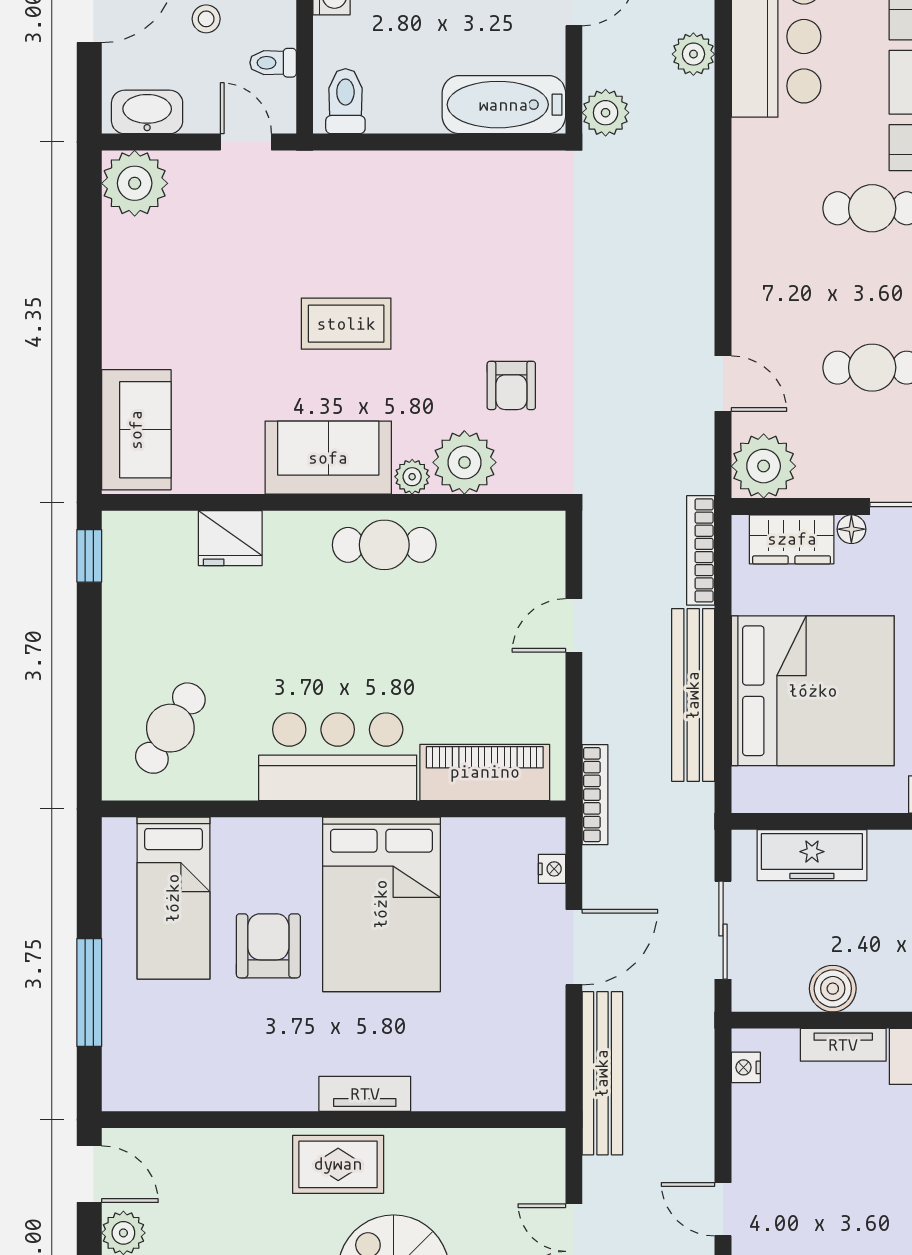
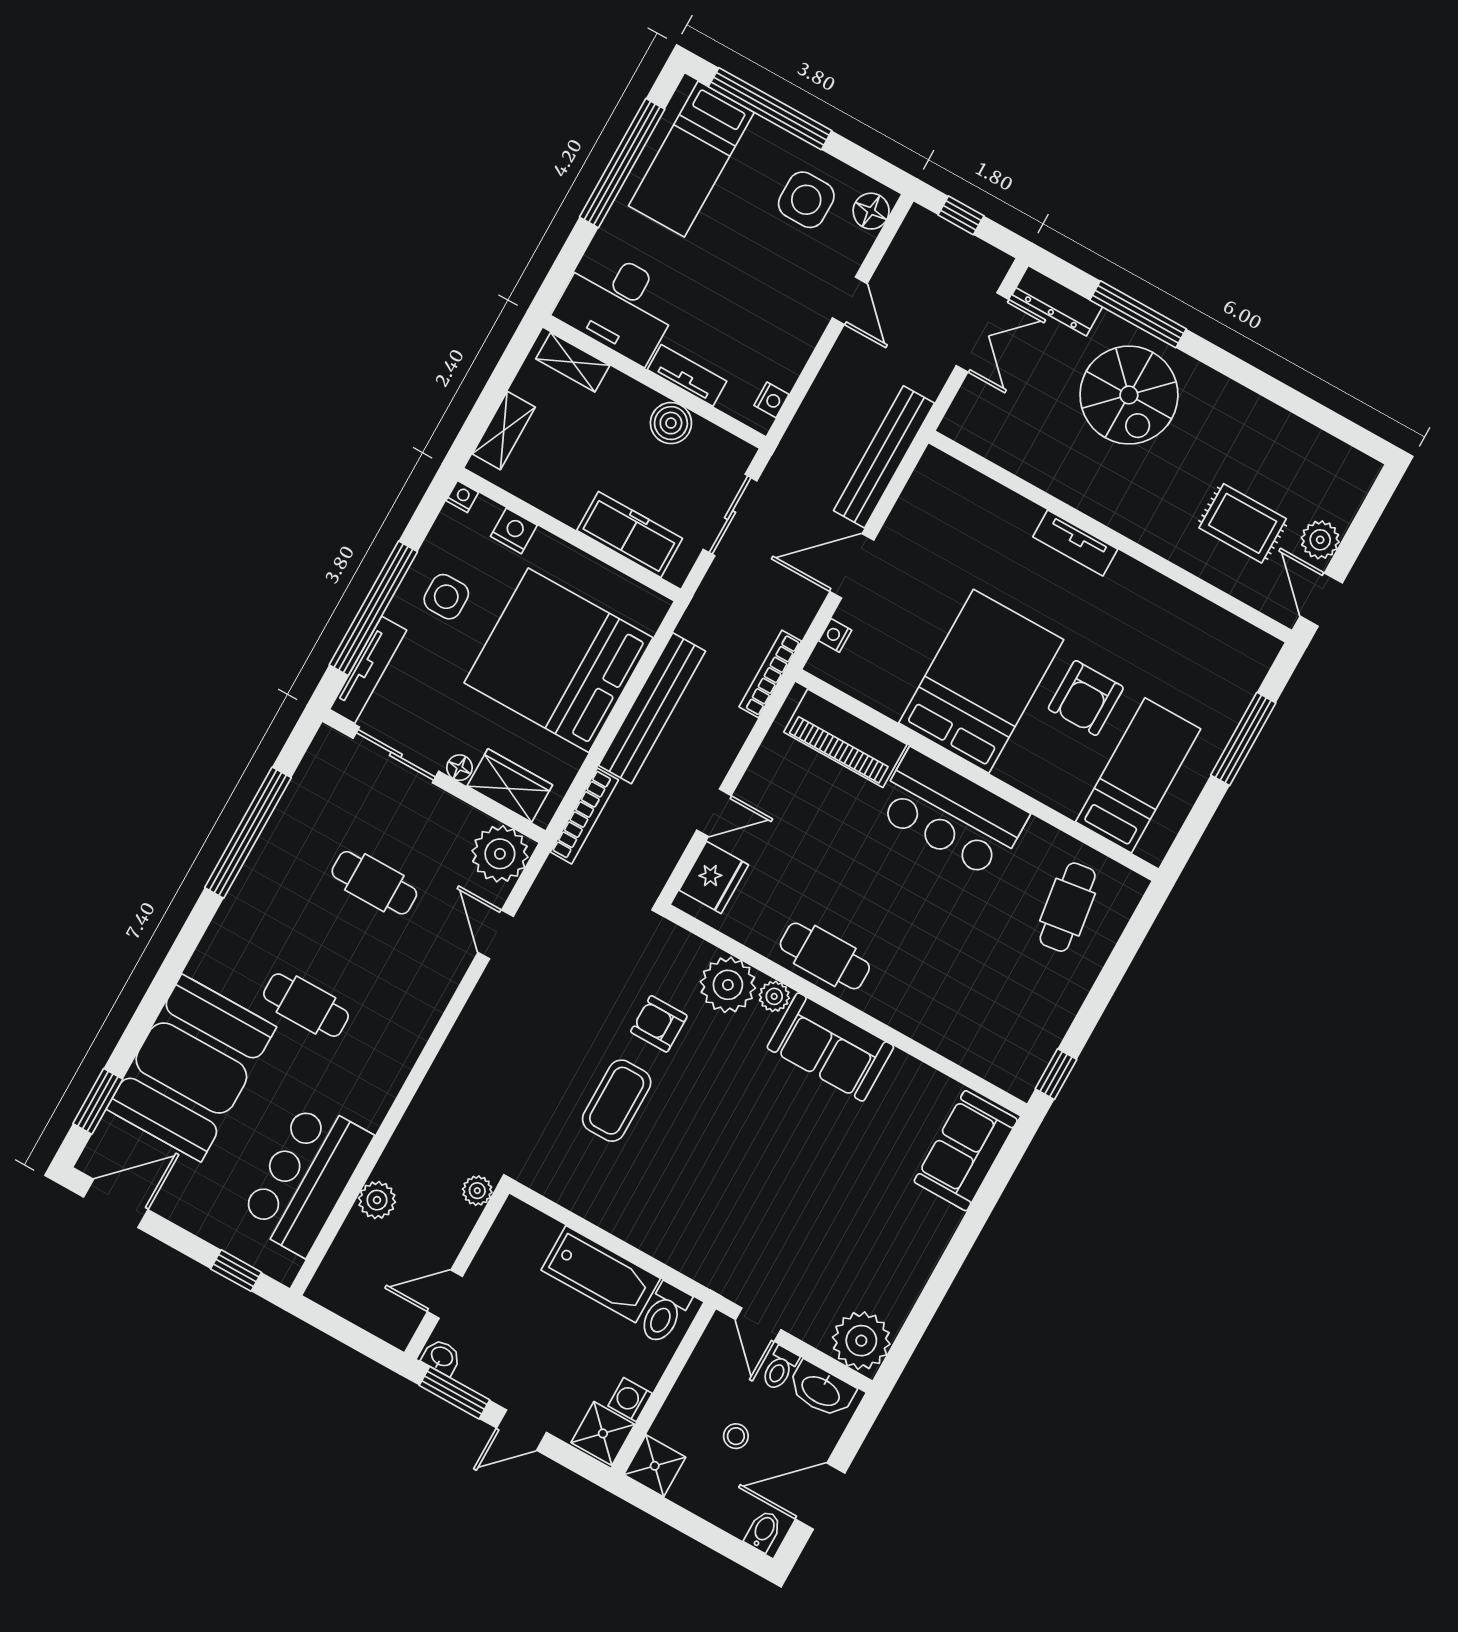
toilet: (273, 63) -> (780, 1368), moved, turned 90
bathtub: (504, 105) -> (601, 1274), moved
plant: (606, 113) -> (477, 1191), width x0.73, depth x0.73
coffee table: (346, 324) -> (617, 1101), moved, turned 90
armchair: (511, 385) -> (659, 1024), turned -90
fridge: (230, 538) -> (714, 877), moved, turned 90
cafe table: (170, 728) -> (1068, 907), turned -40
rug: (338, 1164) -> (1243, 523), moved

